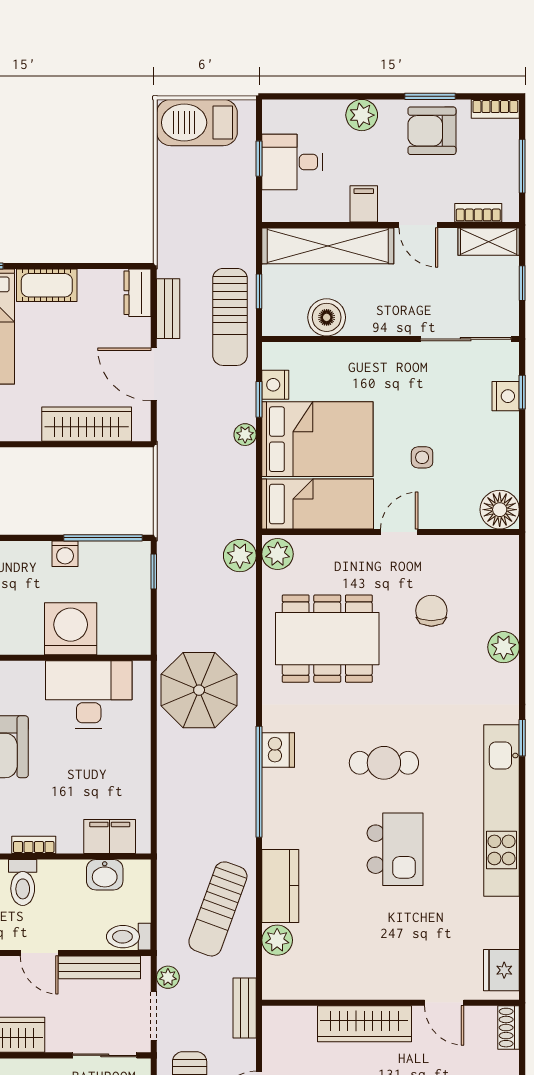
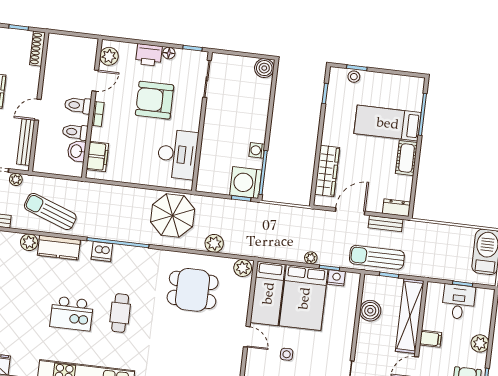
plant: (240, 556) -> (214, 243), moved
chair: (431, 611) -> (201, 349), removed
washing machine: (71, 629) -> (246, 183), moved, turned 180
dining table: (327, 639) -> (193, 290), width x0.73
dishwasher: (278, 750) -> (102, 252), moved
toilet: (129, 937) -> (75, 132), moved, turned -90

